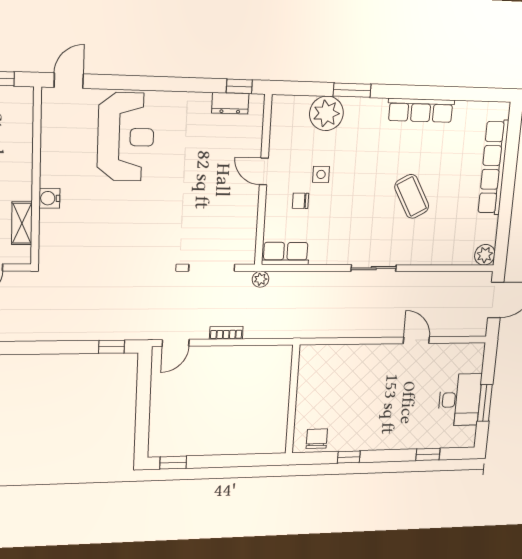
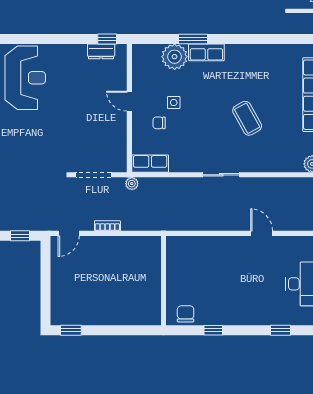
row of seats: (421, 110) -> (206, 52), moved, width x0.68

